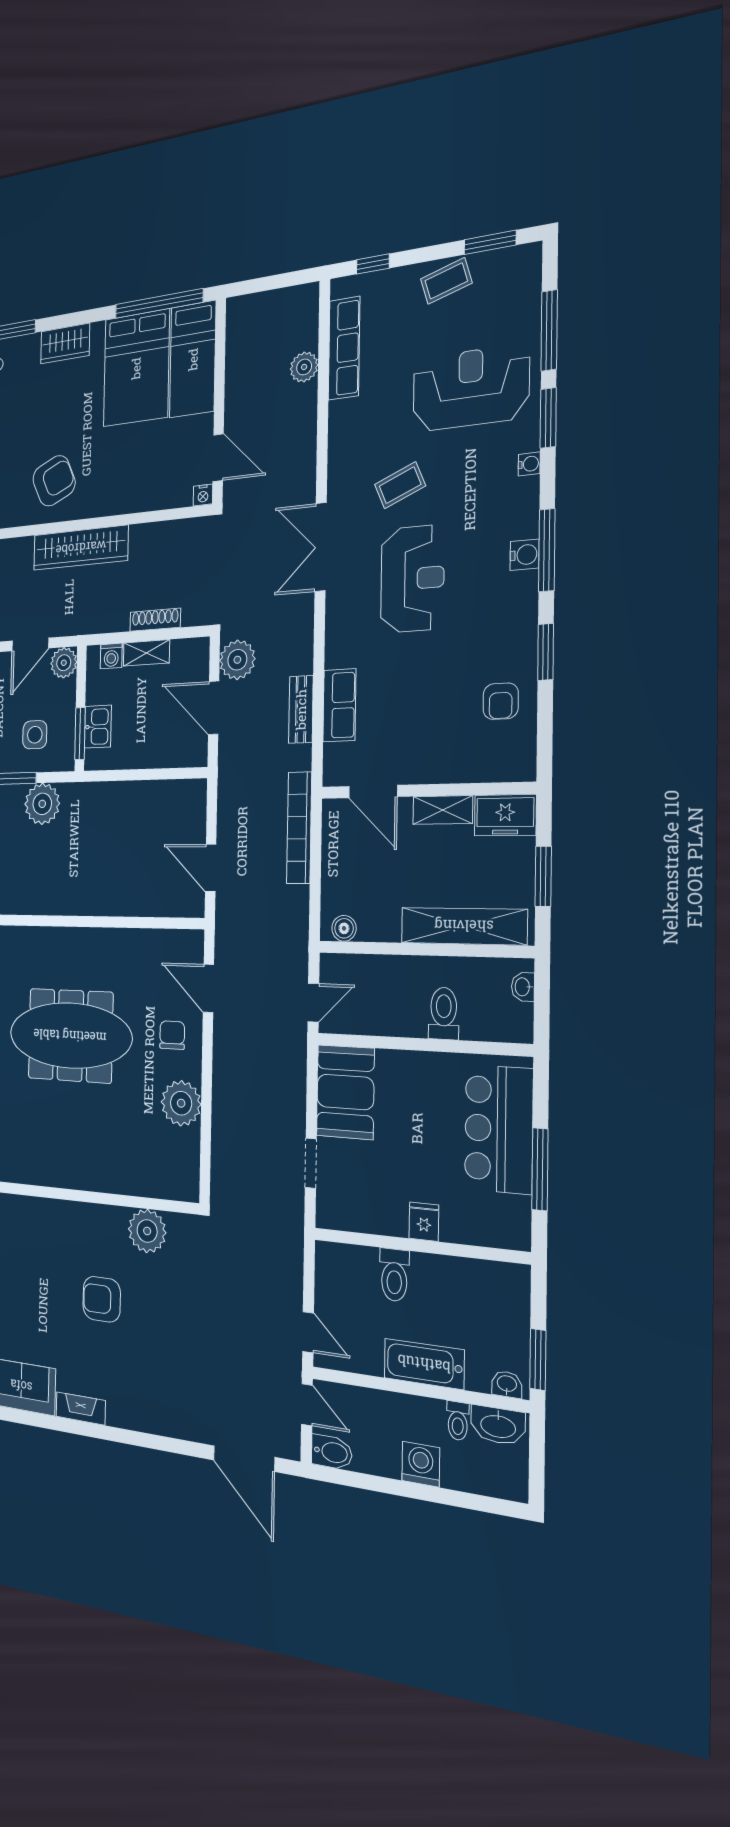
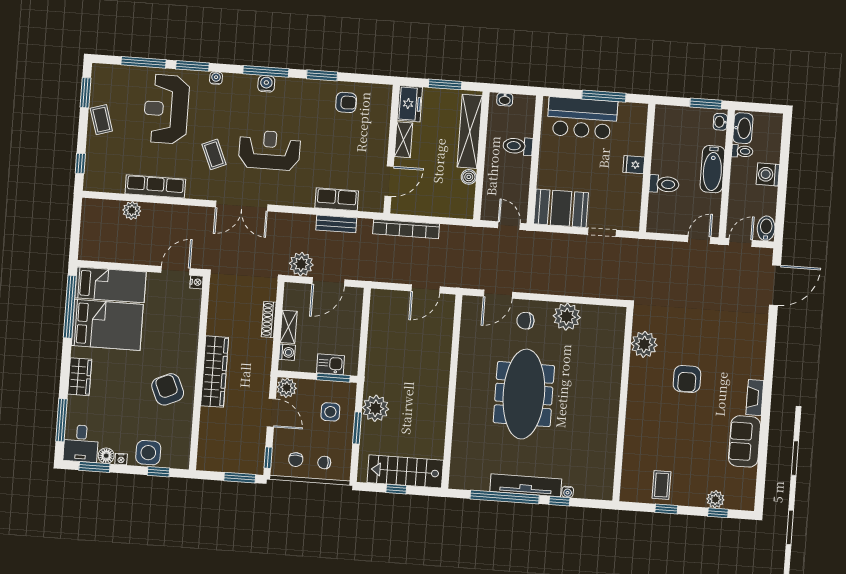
row of seats: (344, 348) -> (155, 186), moved
boiler: (344, 928) -> (469, 177), moved

